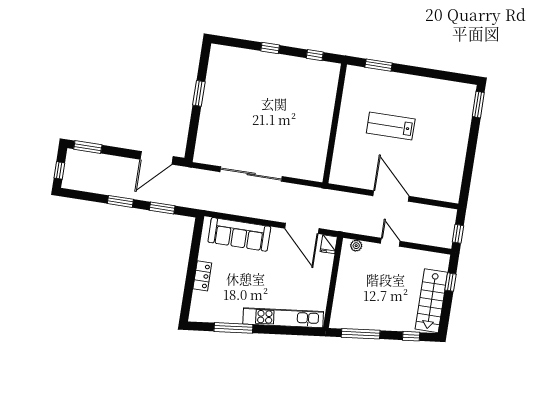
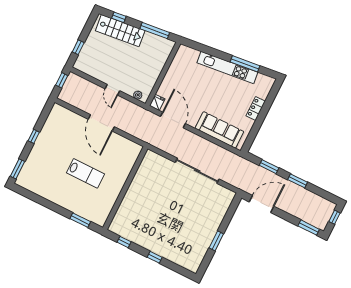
window: (471, 152) -> (34, 136), added
stairs: (431, 301) -> (120, 31), moved, turned 84
kitchen unit: (283, 318) -> (227, 67), moved

